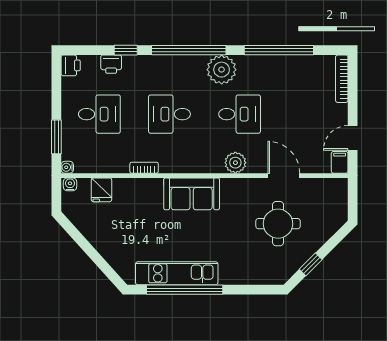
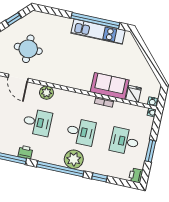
printer: (111, 64) -> (25, 152), moved
plant: (222, 70) -> (74, 159), moved
desk: (240, 114) -> (37, 122), turned 180
window: (56, 137) -> (150, 151), moved
sofa: (192, 194) -> (110, 86), moved

